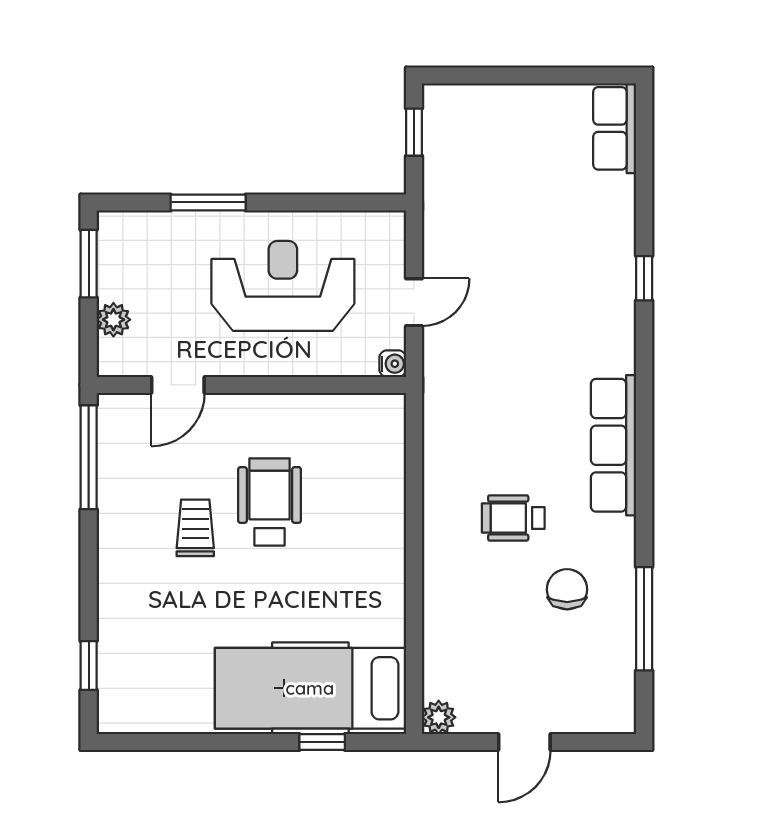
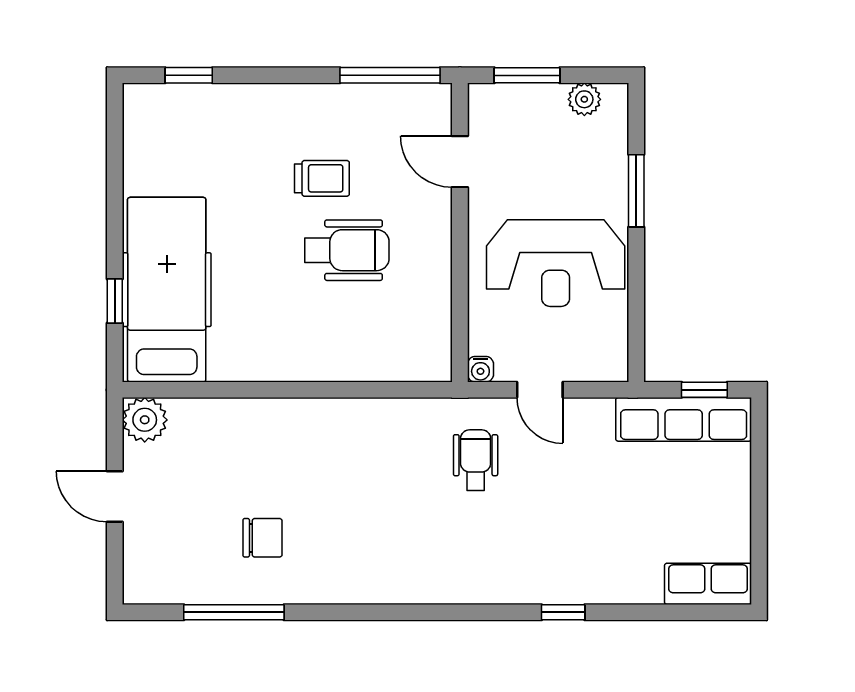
window: (89, 264) -> (527, 75), moved
reception desk: (283, 286) -> (556, 263), turned 90
plant: (113, 320) -> (584, 99), moved
row of seats: (613, 445) -> (684, 419), moved, turned 180
wheelchair: (513, 518) -> (476, 460), moved
plant: (439, 717) -> (145, 420), width x1.38, depth x1.38

